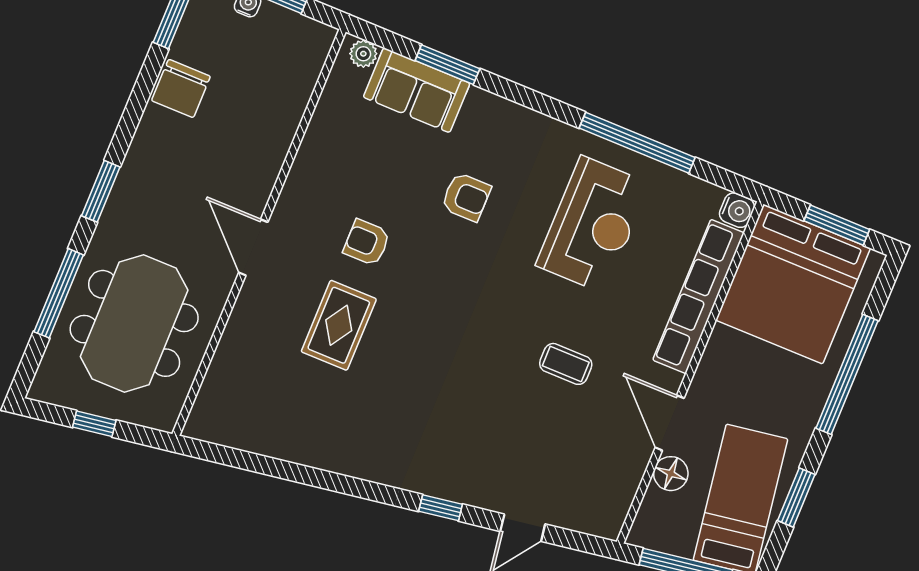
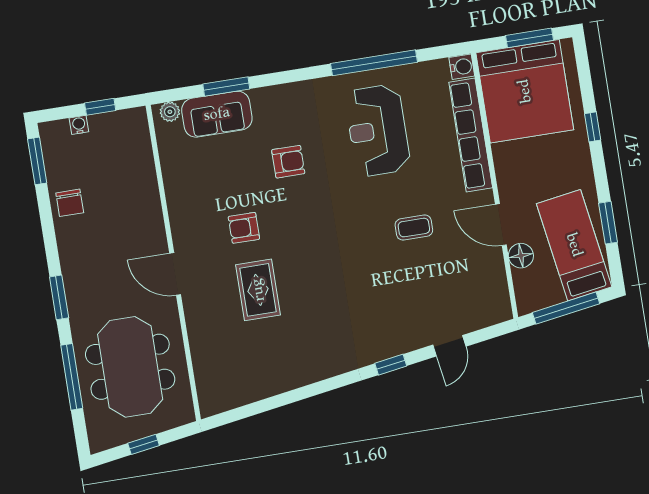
chair: (181, 88) -> (70, 203), width x0.73, depth x0.73
reception desk: (593, 224) -> (378, 130), turned 180
window: (847, 374) -> (593, 127), width x0.32

